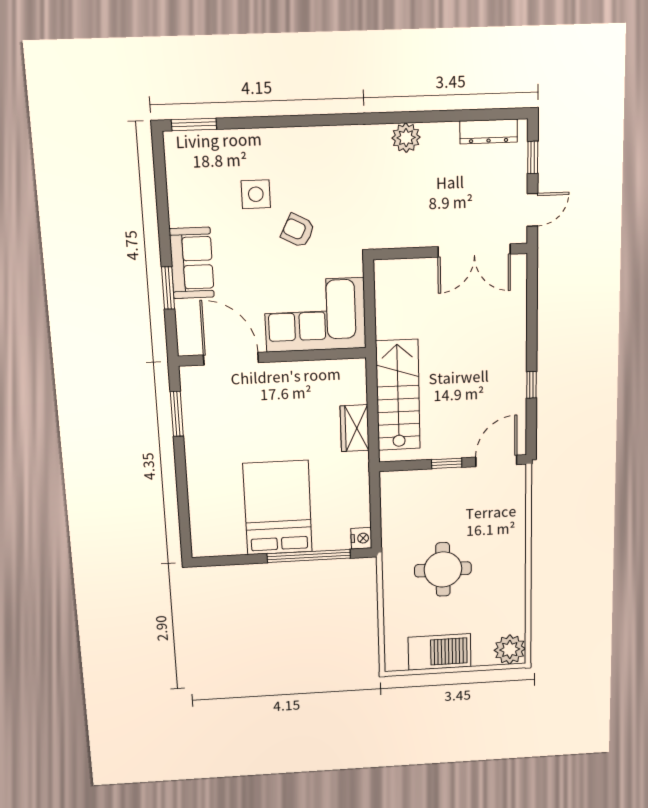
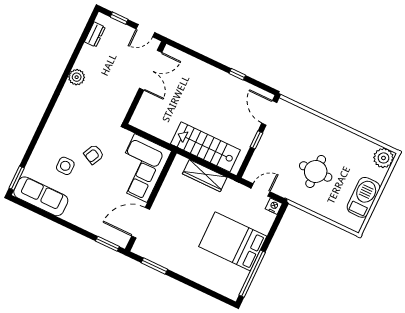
dresser: (489, 132) -> (95, 34), width x0.70
door: (532, 210) -> (145, 31), swing flipped
sofa: (192, 263) -> (41, 196), moved, width x1.36
window: (168, 288) -> (107, 244), moved
wardrobe: (355, 428) -> (205, 176), width x1.50
door: (375, 507) -> (261, 190), added
window: (309, 556) -> (252, 274), moved

